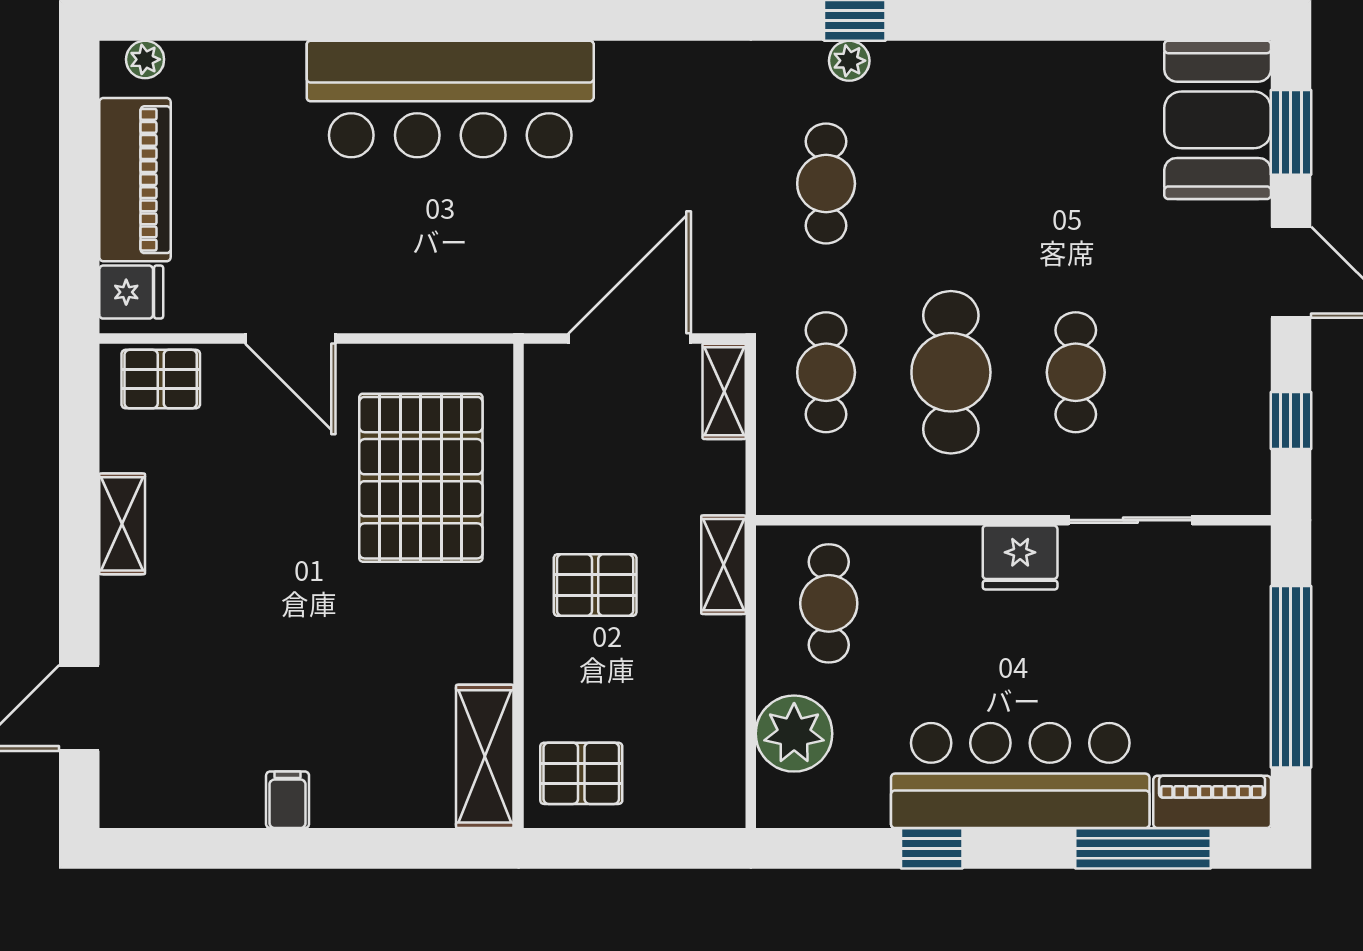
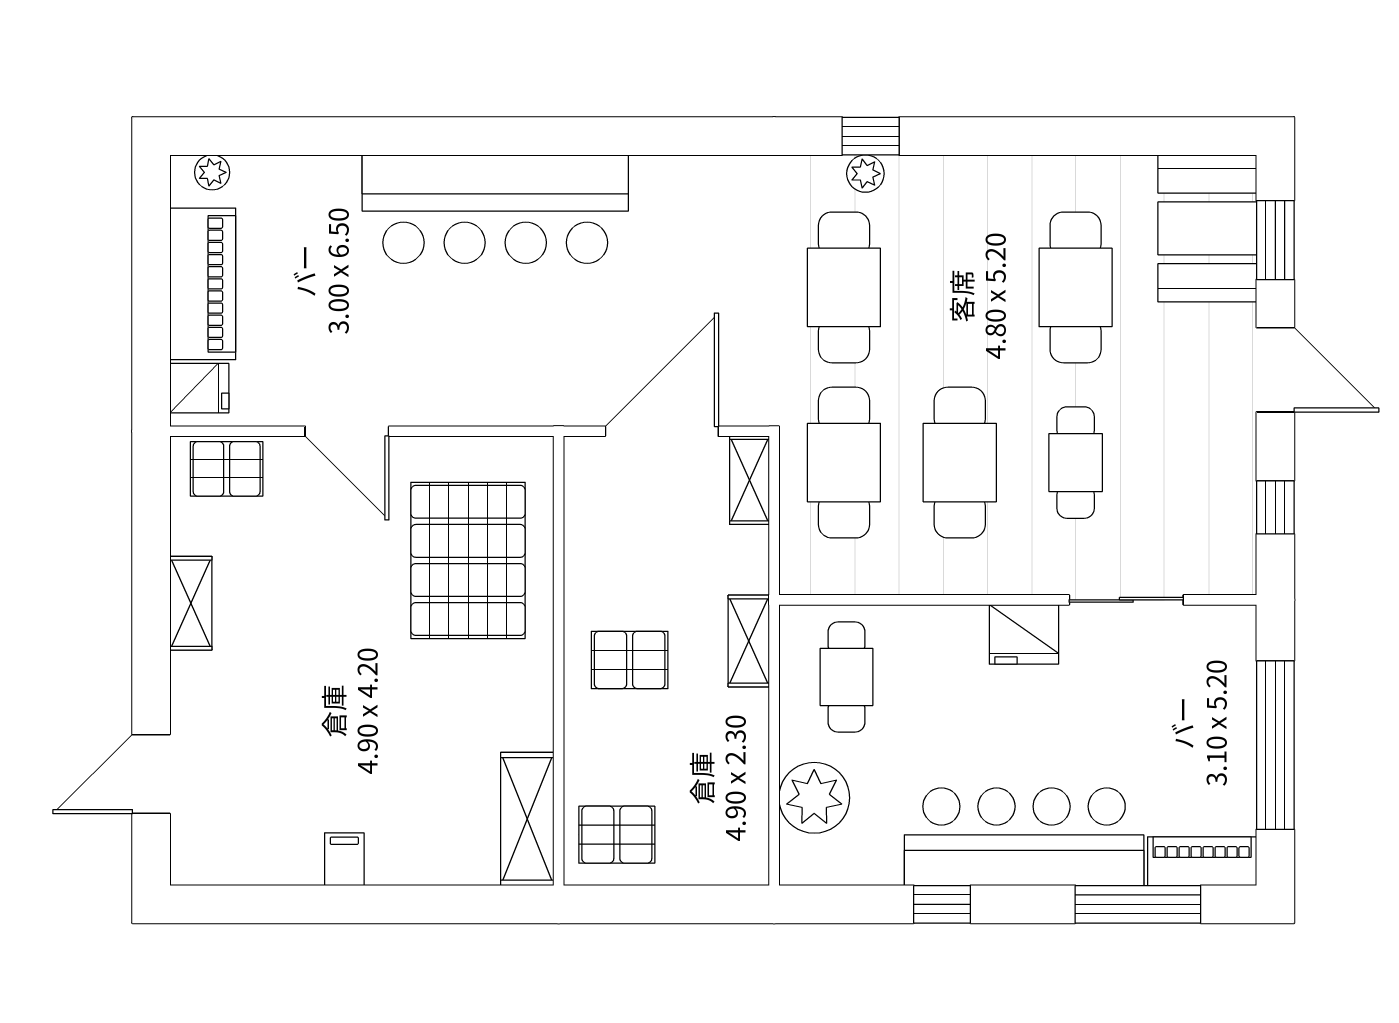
cafe table: (826, 184) -> (844, 287), width x1.37, depth x1.35
cafe table: (1076, 184) -> (1076, 287), added
cafe table: (826, 372) -> (844, 463), width x1.37, depth x1.35

